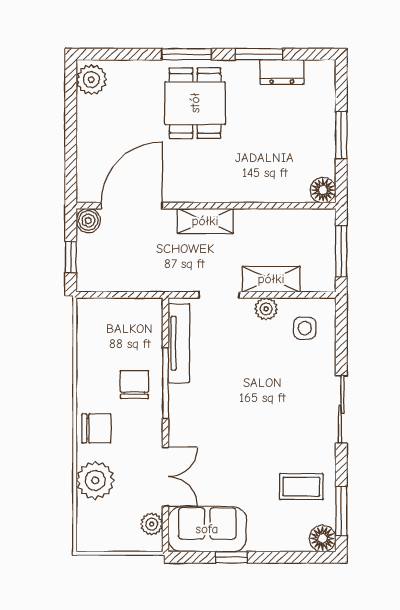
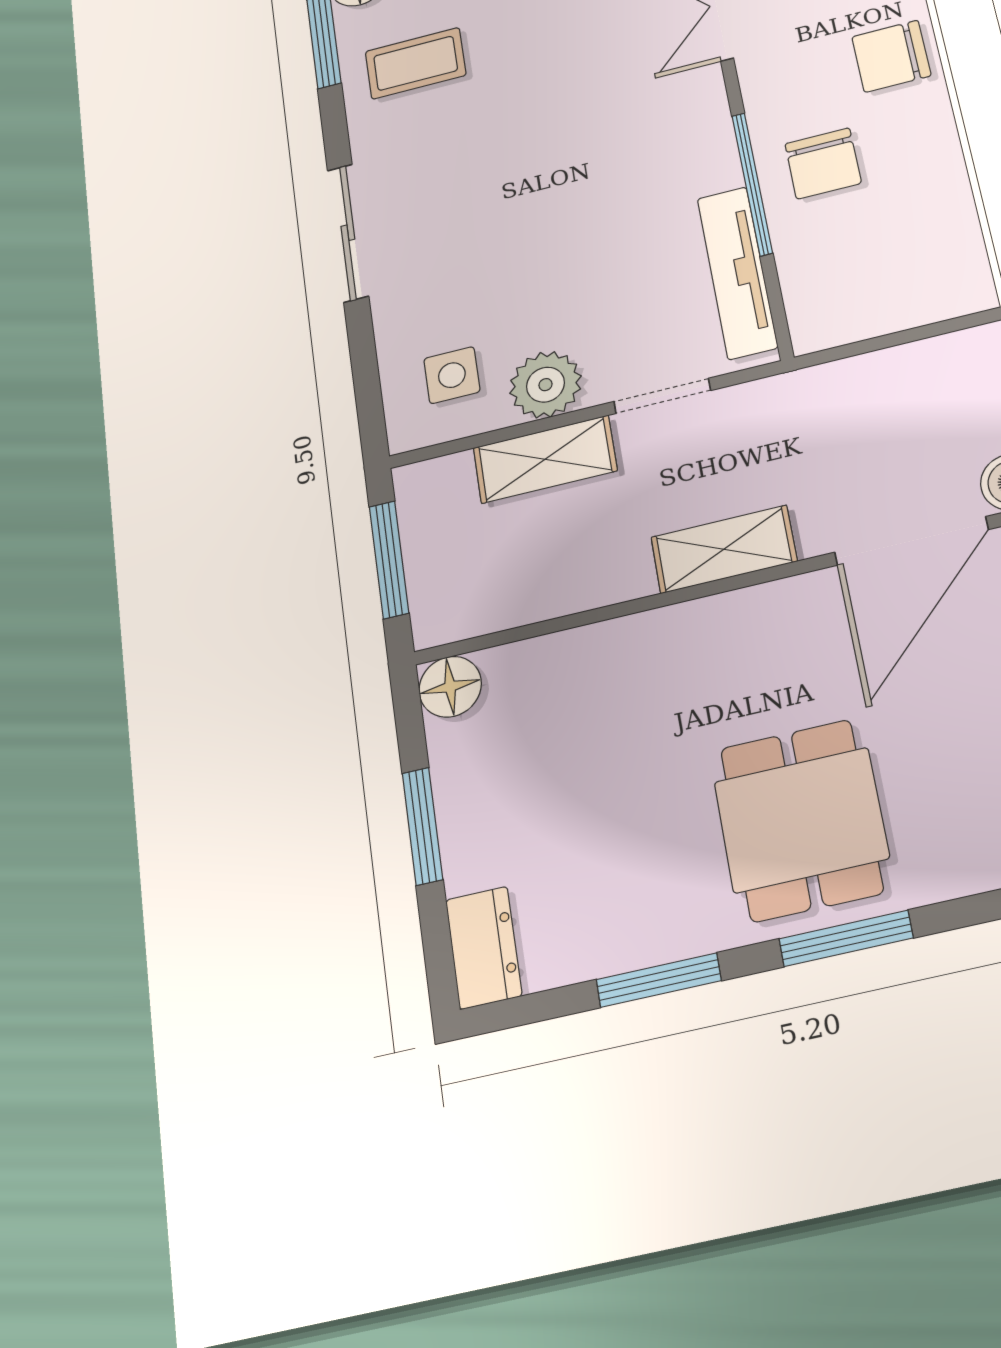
dresser: (282, 72) -> (484, 948), moved, turned 90
plant: (266, 309) -> (545, 385), width x1.38, depth x1.38

